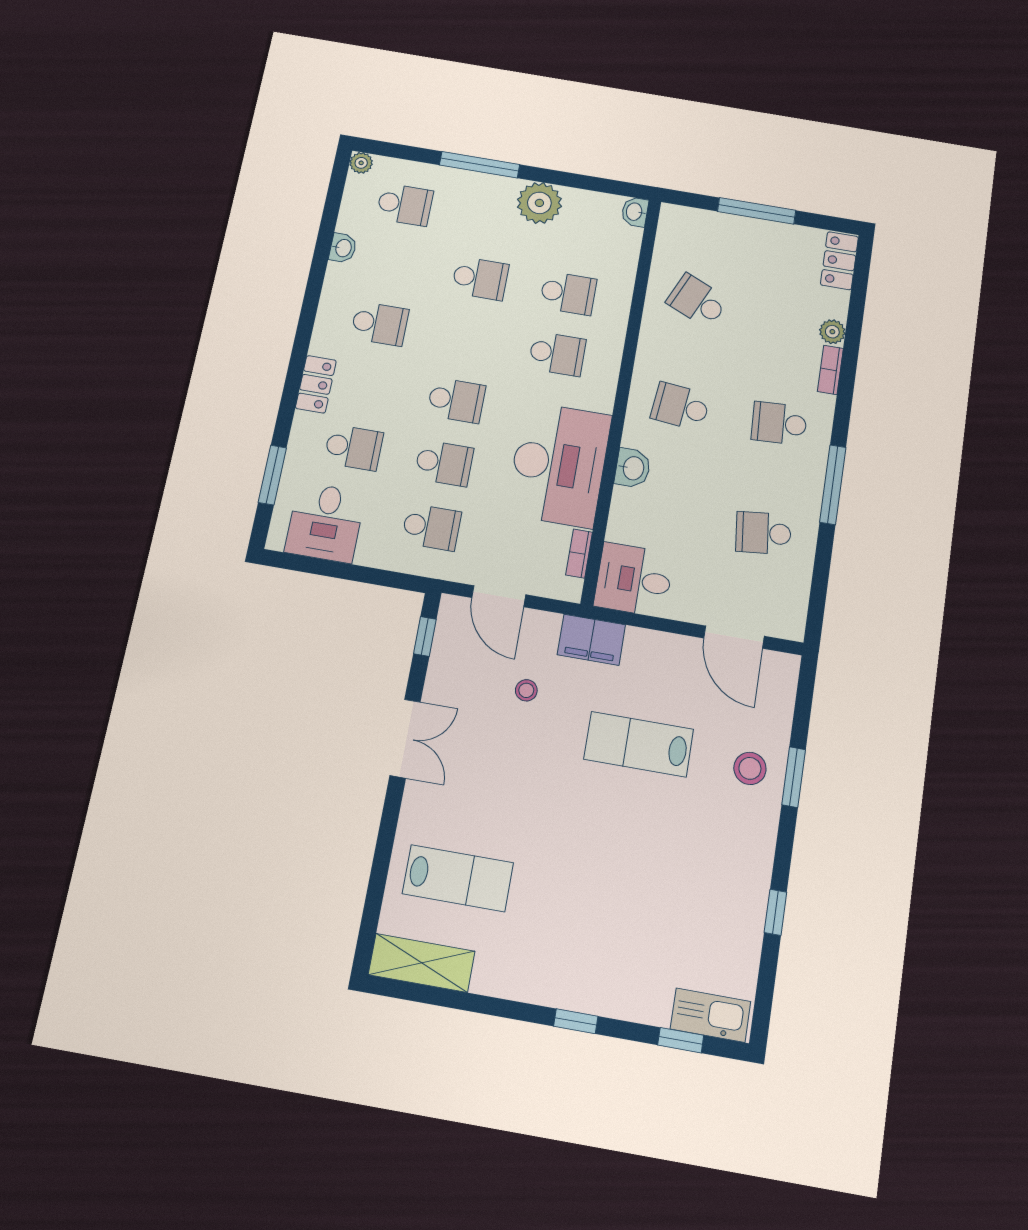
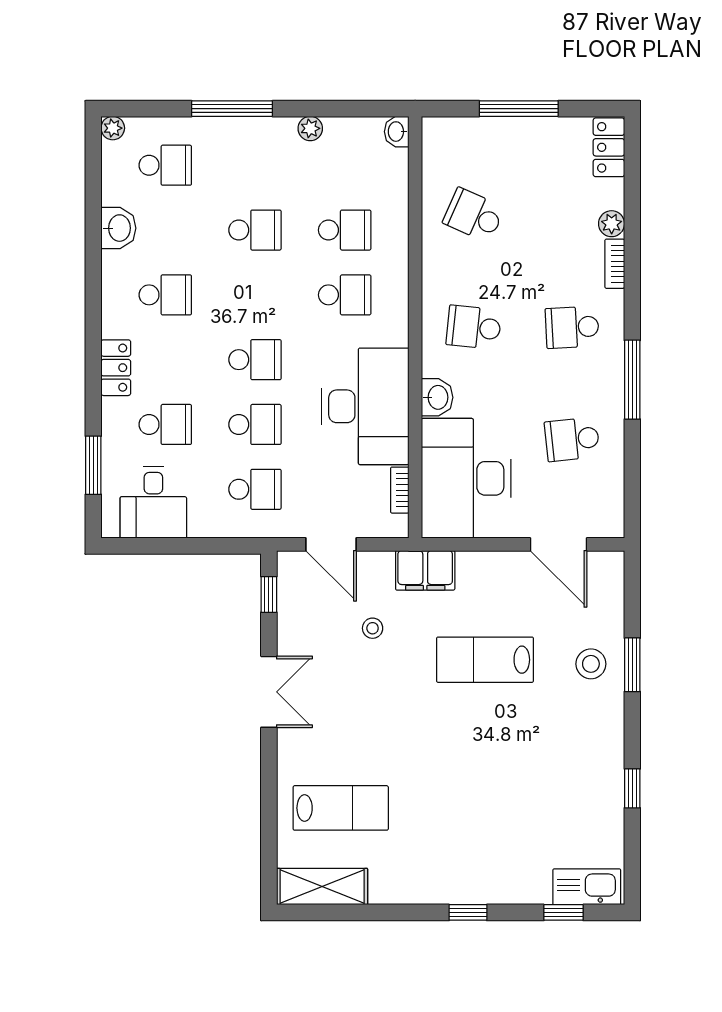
plant: (539, 203) -> (310, 128), width x0.53, depth x0.53
washbasin: (343, 248) -> (118, 228), width x1.38, depth x1.45
desk: (634, 580) -> (466, 478), width x1.87, depth x1.30

